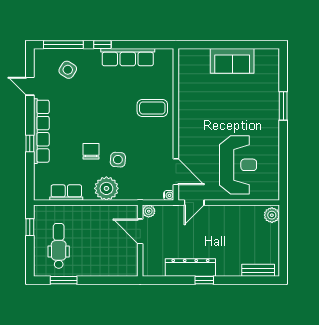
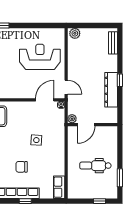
chair: (91, 151) -> (22, 167), moved
plant: (106, 188) -> (56, 148), removed
row of seats: (66, 193) -> (59, 187), moved
window: (30, 227) -> (100, 201), moved
dental chair: (59, 246) -> (95, 166), moved

